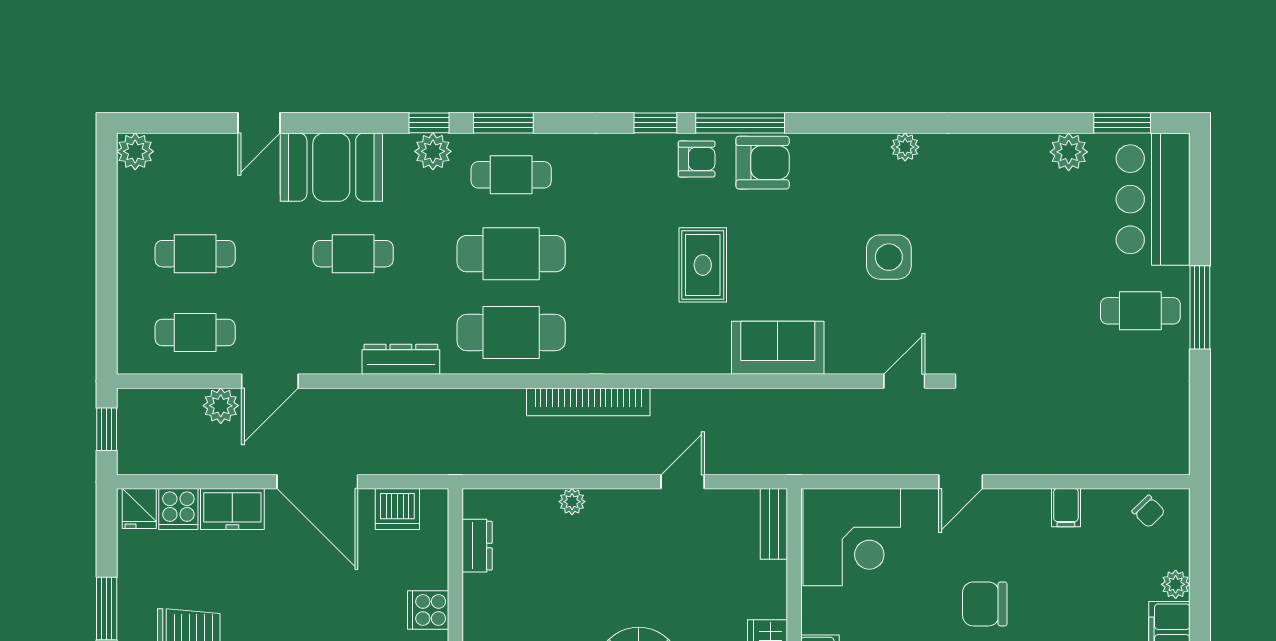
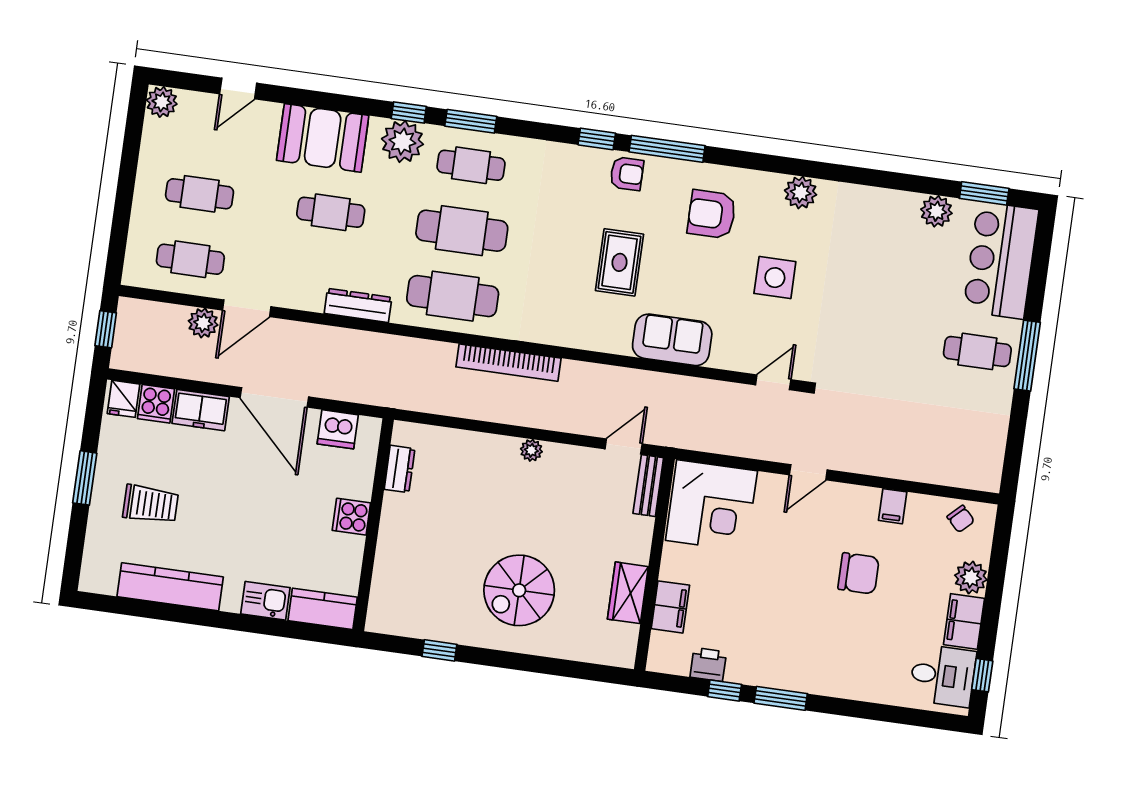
door: (259, 123) -> (238, 89), moved
plant: (905, 147) -> (801, 193), width x1.38, depth x1.38
plant: (433, 151) -> (402, 142), width x1.36, depth x1.36
armchair: (763, 163) -> (712, 214), moved, turned 180
door: (683, 482) -> (624, 446), moved
plant: (572, 502) -> (531, 450), moved
plant: (1176, 584) -> (971, 577), width x1.38, depth x1.38
chair: (985, 604) -> (858, 573), moved, turned 180

